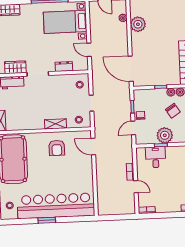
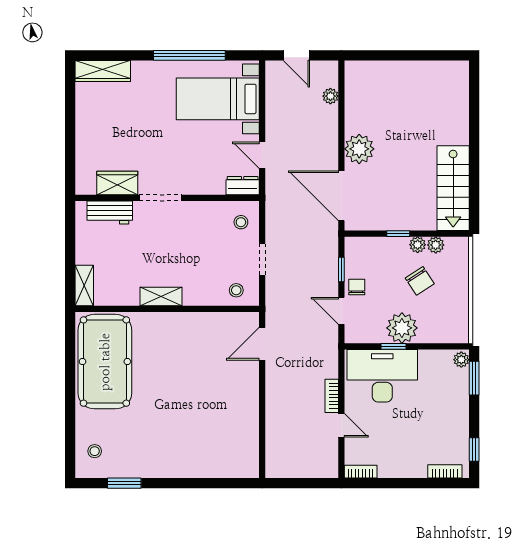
plant: (138, 24) -> (359, 149), moved
dresser: (64, 67) -> (243, 186), moved
shelving: (56, 124) -> (161, 296), moved
door: (133, 128) -> (341, 311), hinge flipped
door: (93, 147) -> (262, 344), hinge flipped
armchair: (57, 148) -> (191, 343), removed
desk: (156, 157) -> (382, 376), width x1.87, depth x1.30
bar counter: (56, 206) -> (184, 456), removed
window: (47, 220) -> (124, 483), moved

